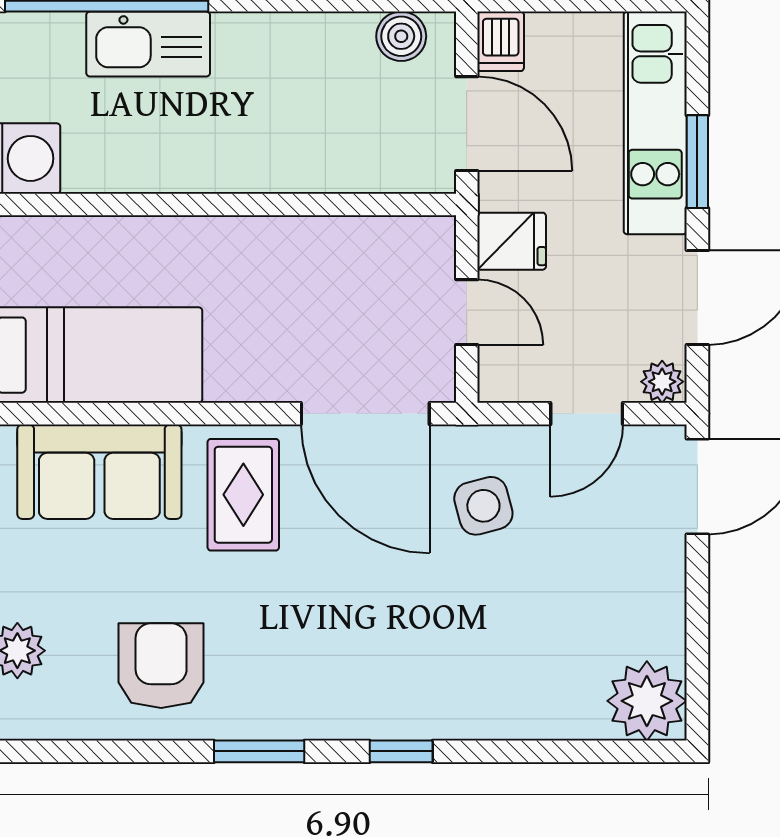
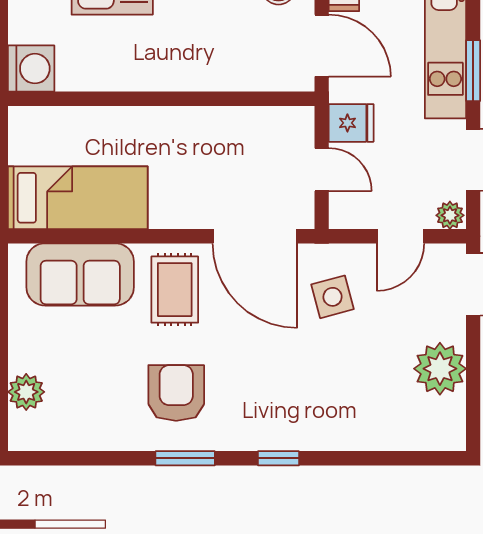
armchair: (161, 666) -> (176, 393), moved
plant: (647, 701) -> (440, 369), moved

